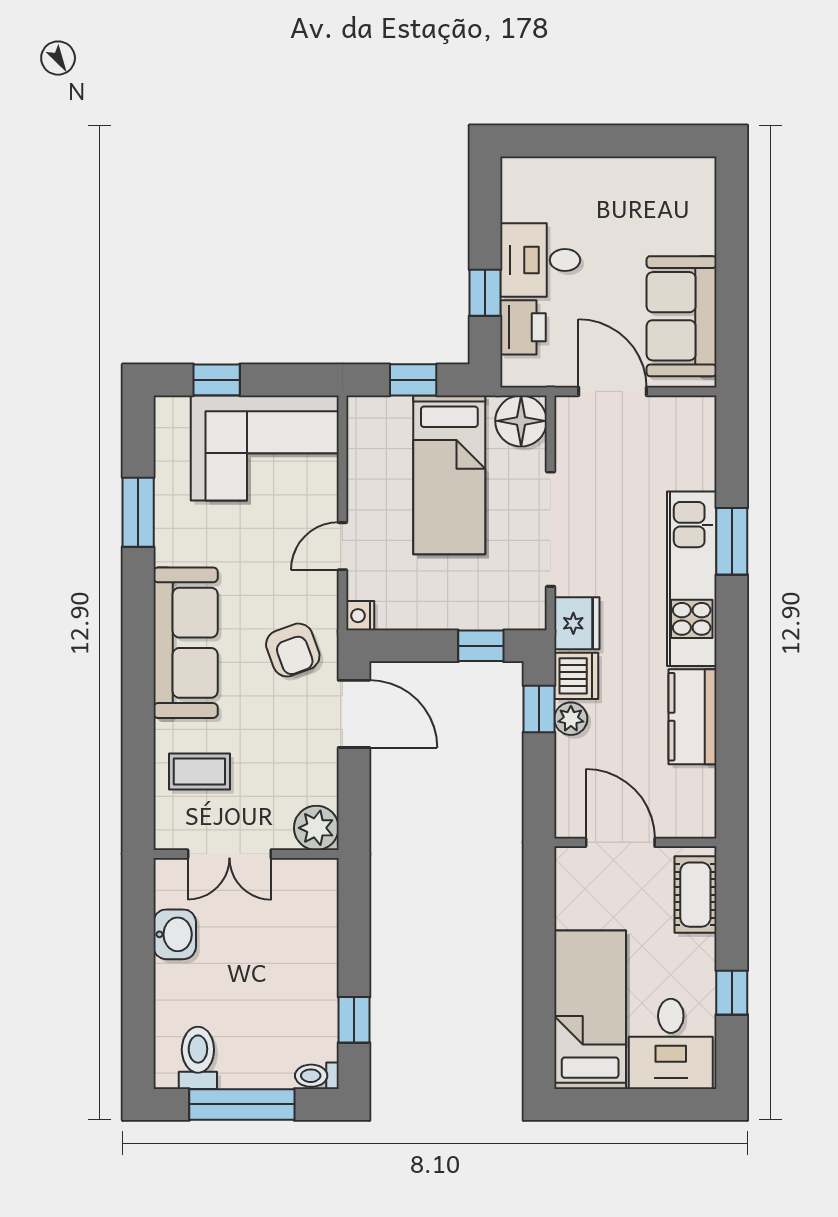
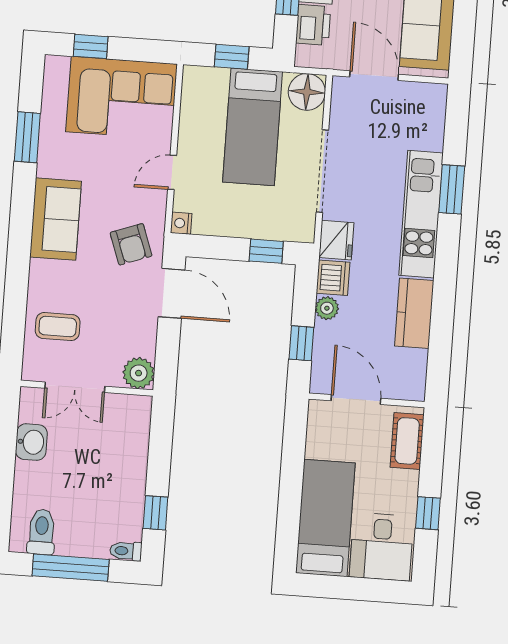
sofa: (186, 643) -> (56, 219), width x0.73
window: (539, 709) -> (301, 343), moved

